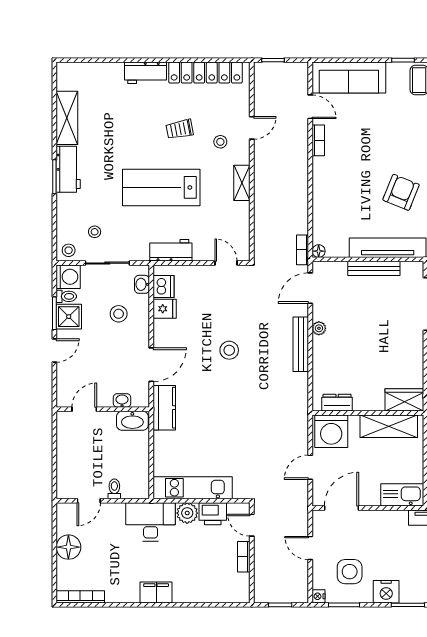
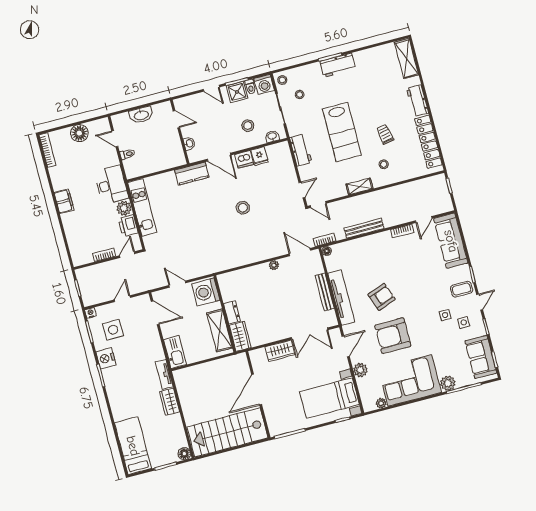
shelving: (67, 118) -> (406, 58), moved, turned 90
door: (252, 128) -> (318, 204), moved
lab bench: (161, 187) -> (342, 132), turned 180
armchair: (401, 192) -> (382, 297), turned -42
dishwasher: (163, 287) -> (244, 159), moved
bench: (301, 344) -> (364, 228), moved
dresser: (337, 403) -> (232, 312), moved
washbasin: (132, 421) -> (141, 115), moved, turned -90

